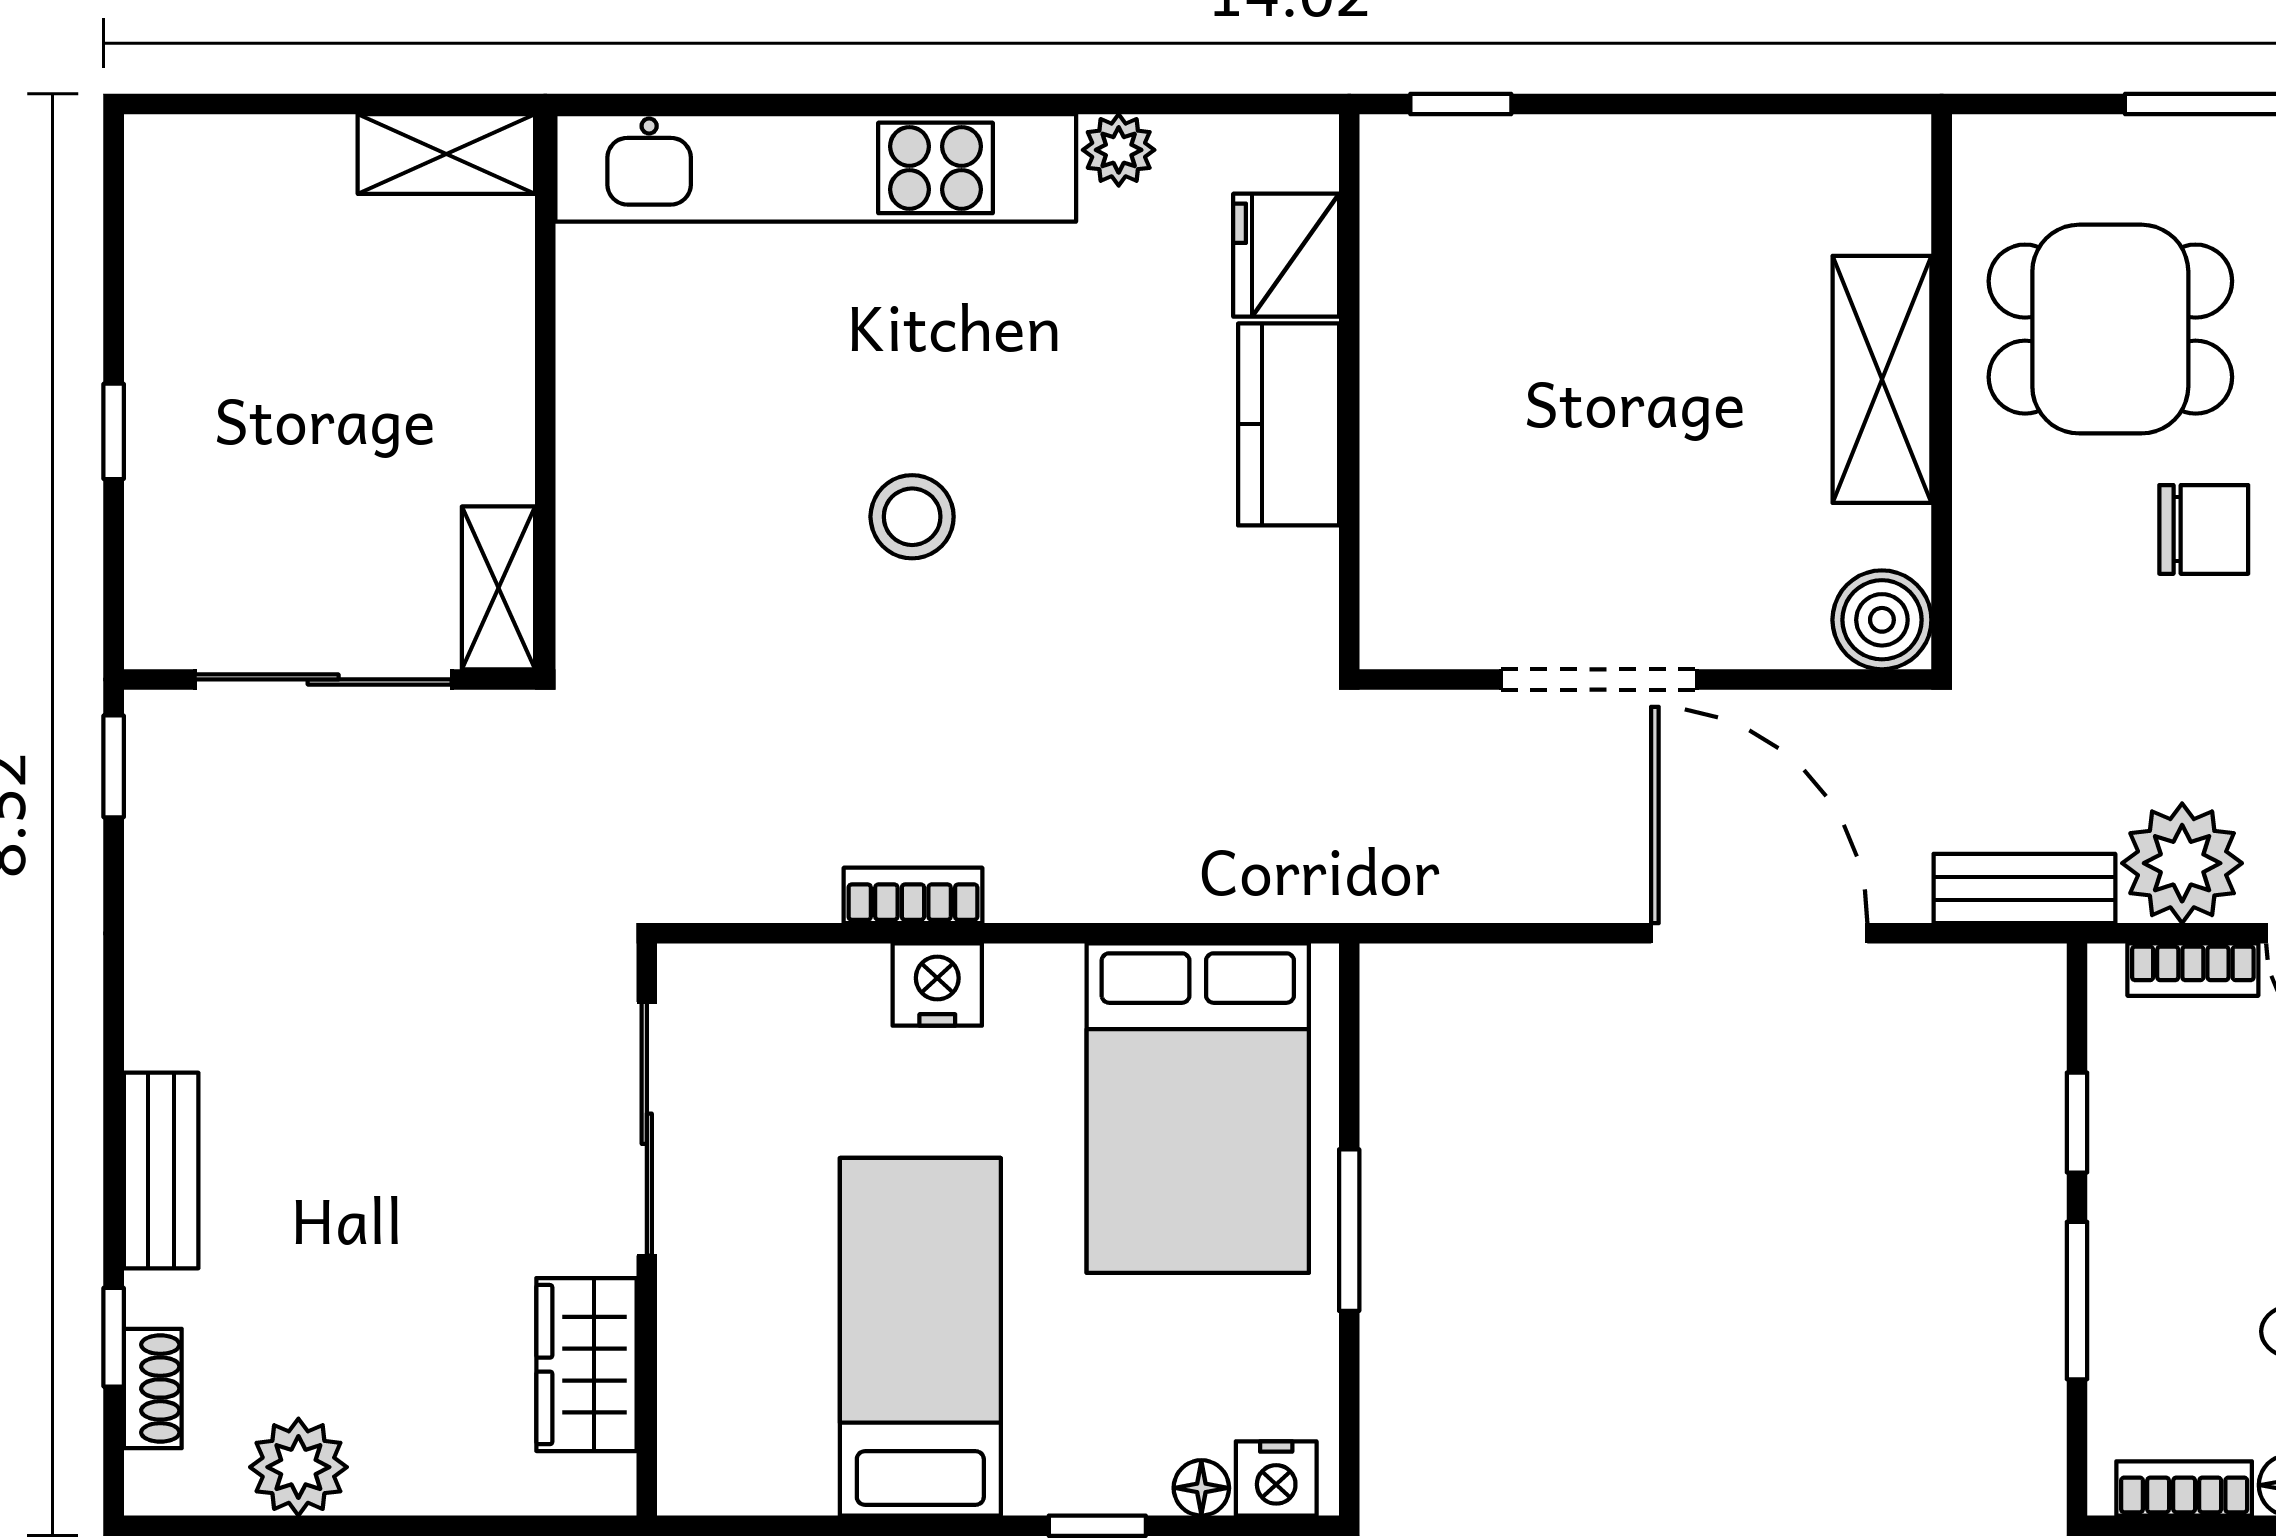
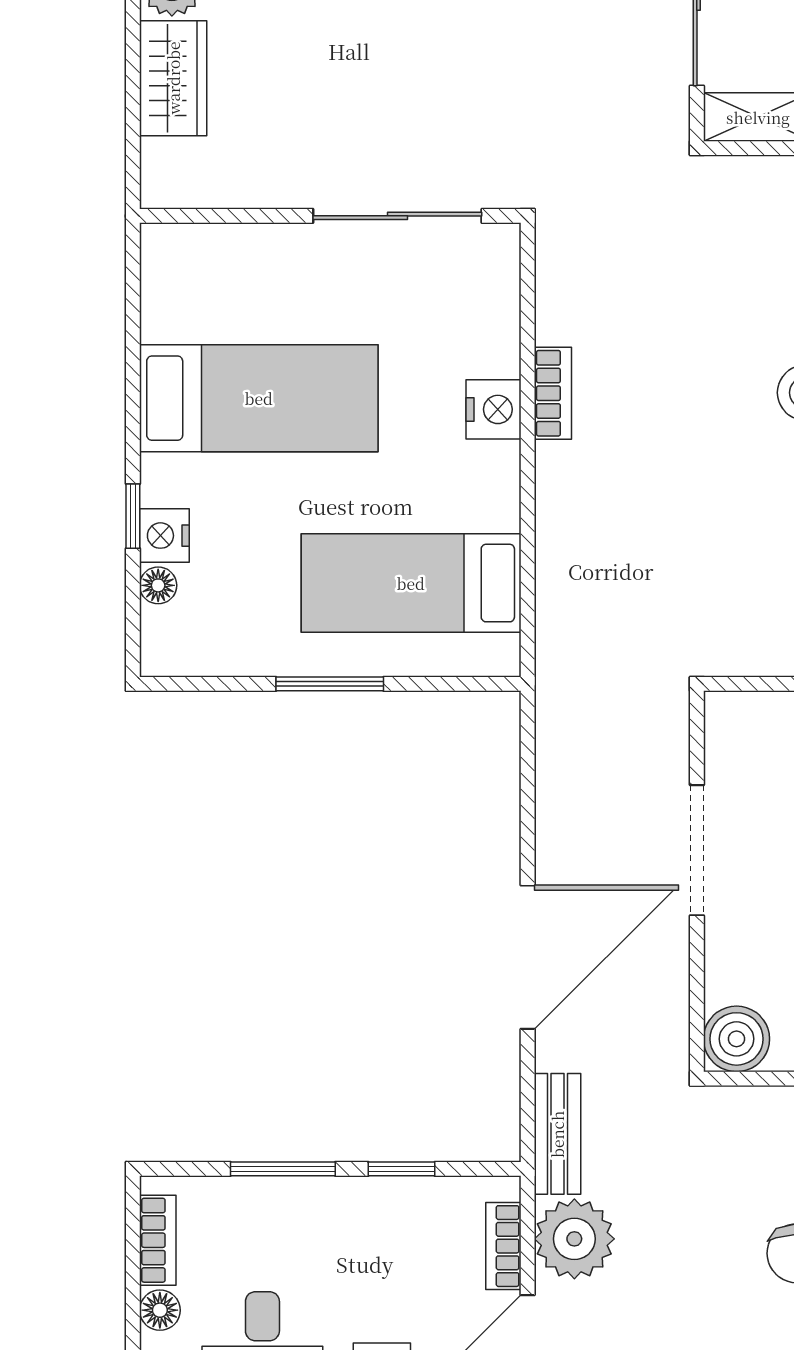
bed: (1198, 1108) -> (411, 583), width x0.67
wardrobe: (586, 1365) -> (173, 78), moved, turned 90
nightstand: (1276, 1478) -> (164, 536), moved

